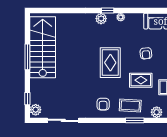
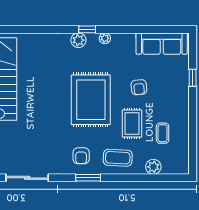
rug: (110, 63) -> (91, 100), width x1.37, depth x1.44
rug: (141, 80) -> (132, 123), turned 90
window: (135, 120) -> (88, 178), moved

